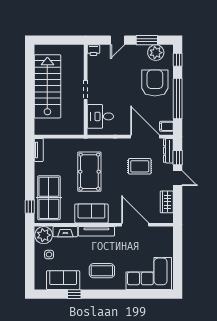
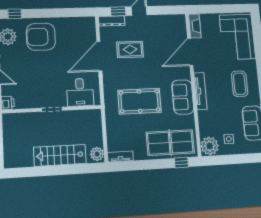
stairs: (47, 86) -> (60, 155), width x0.73, depth x0.66
window: (178, 99) -> (56, 13), removed
filing cabinet: (166, 126) -> (86, 24), removed
plant: (42, 129) -> (97, 154), added
door: (145, 137) -> (99, 56), moved
rug: (140, 166) -> (130, 49), turned 90
wardrobe: (167, 202) -> (164, 21), removed
fireplace: (65, 232) -> (195, 26), moved

